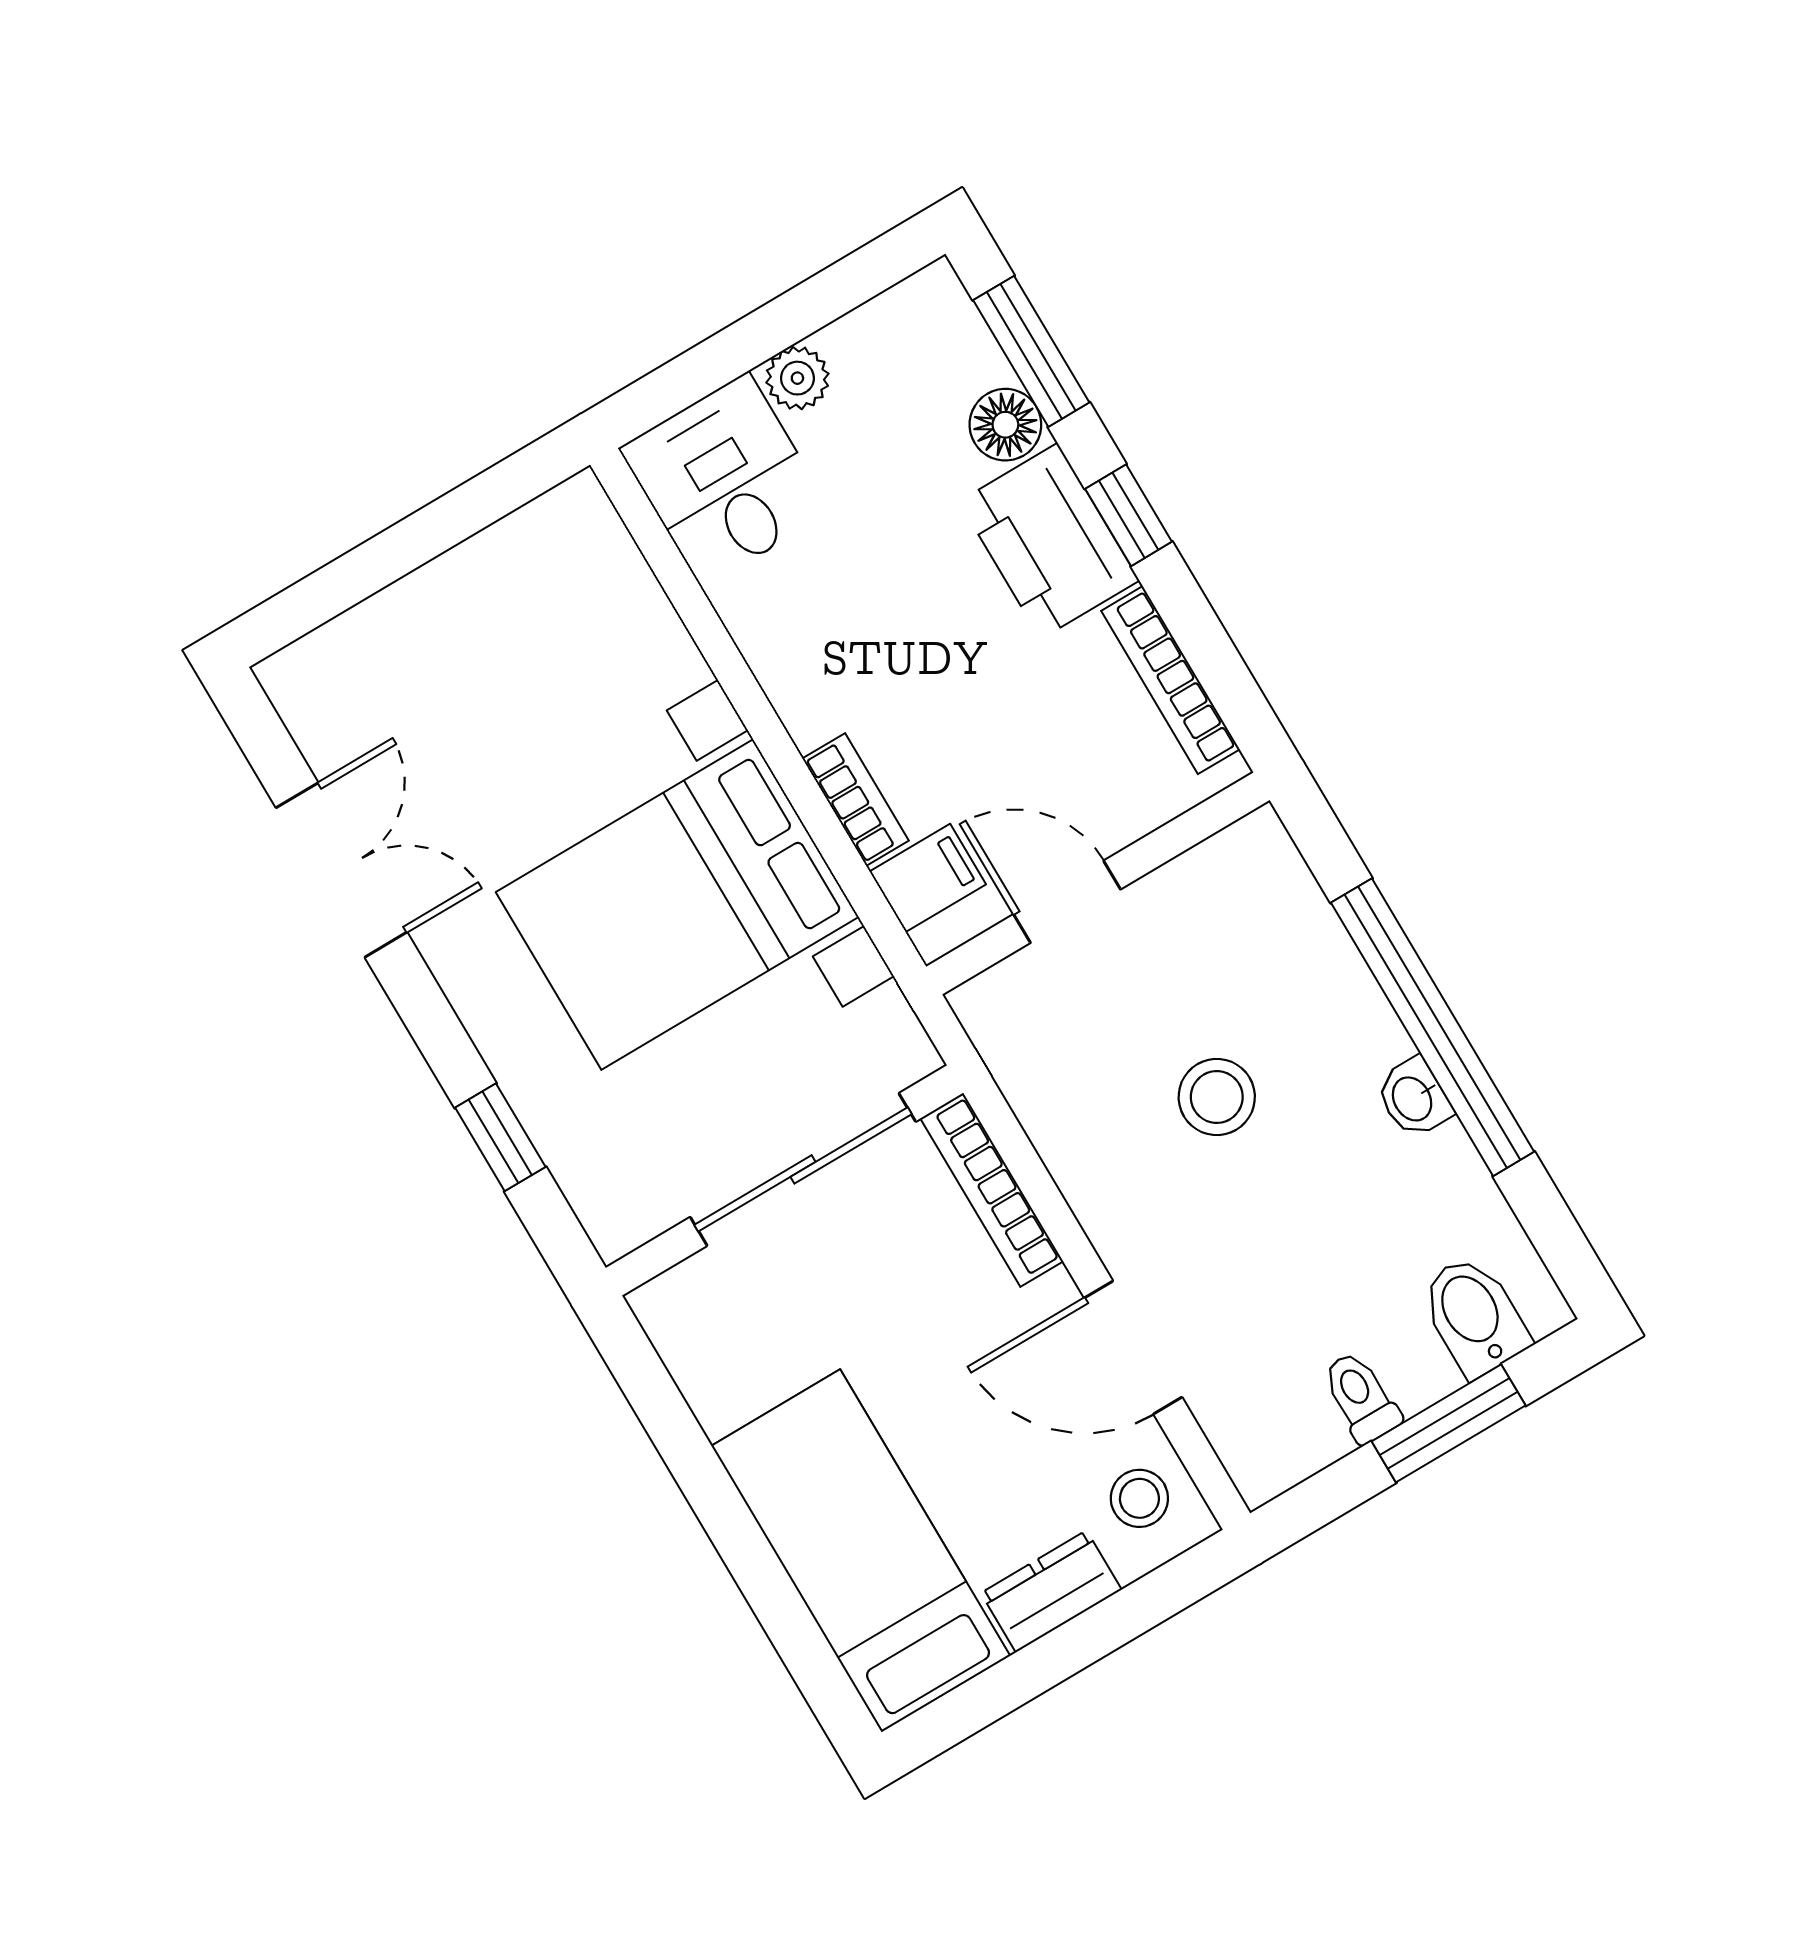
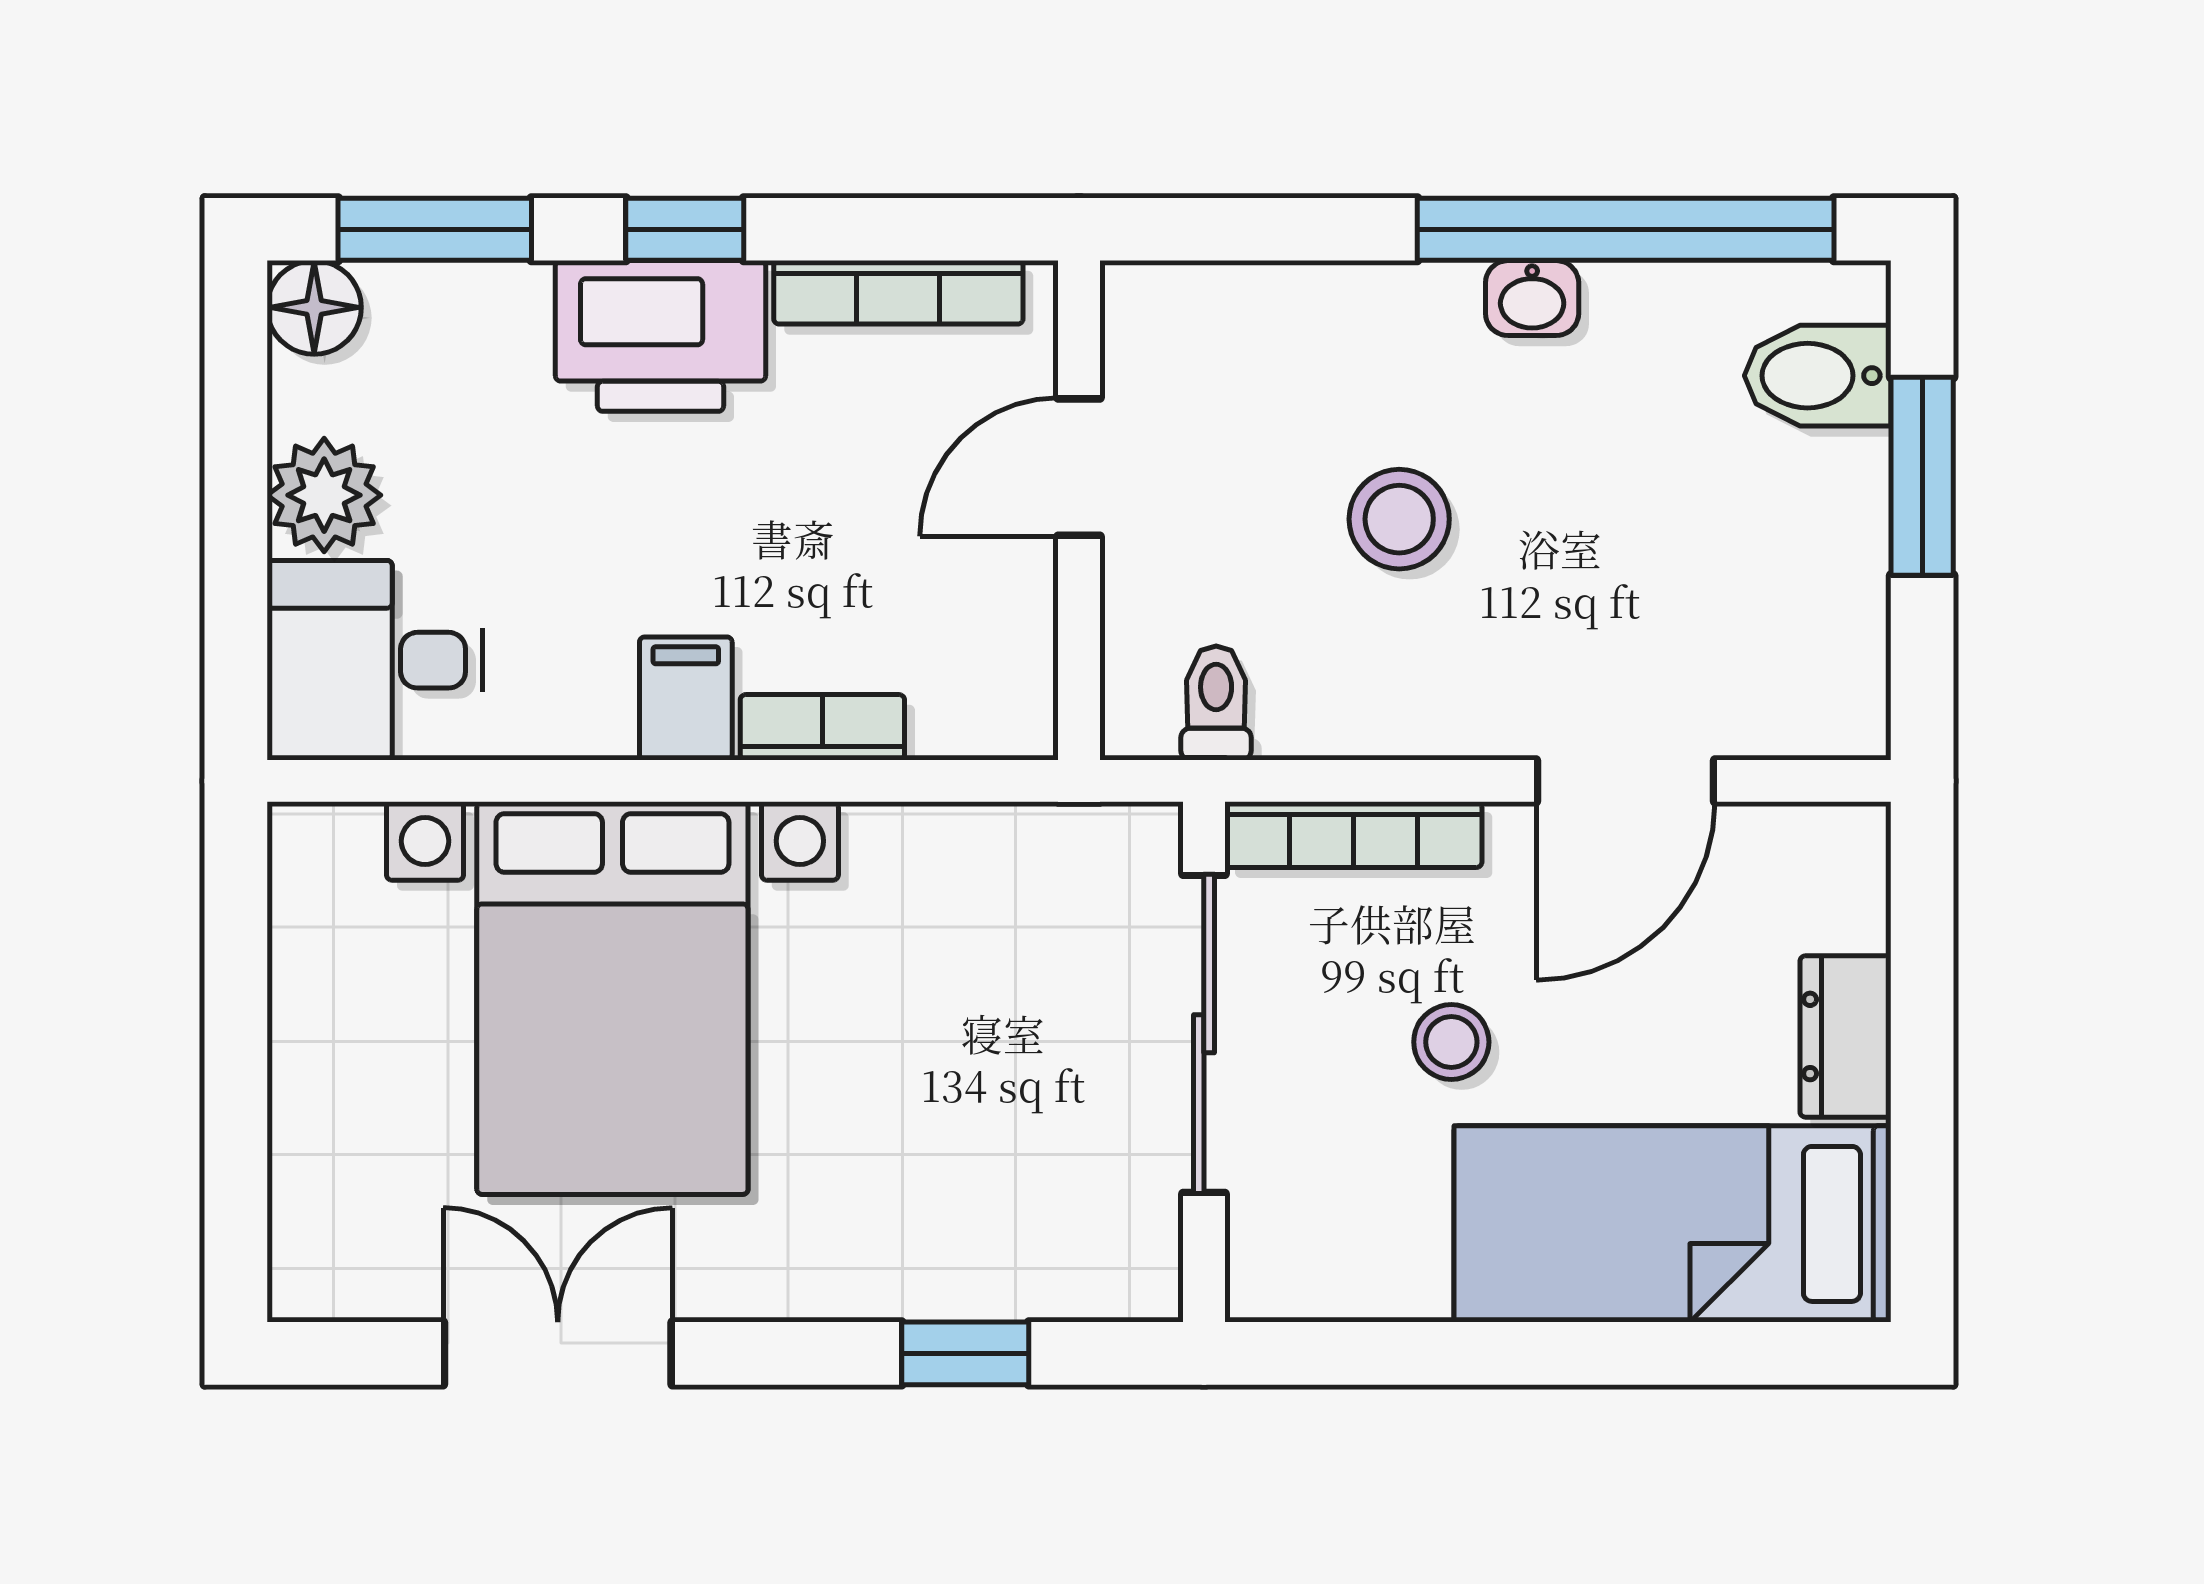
plant: (797, 378) -> (324, 495), width x1.38, depth x1.38
floor lamp: (1005, 425) -> (314, 307), moved
filing cabinet: (928, 878) -> (686, 698), moved
door: (1067, 902) -> (1079, 467), moved
bed with nightstands: (677, 904) -> (612, 998), moved
window: (1433, 1027) -> (1626, 229), moved
toilet: (1361, 1397) -> (1216, 703), moved, turned 90
stool: (1139, 1498) -> (1451, 1042), moved

